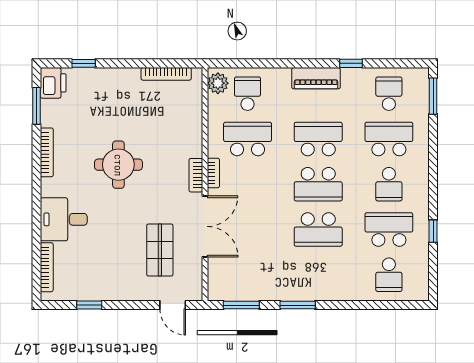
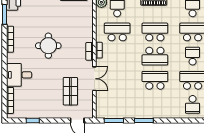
school desk: (389, 184) -> (193, 56), turned 180
double door: (205, 226) -> (94, 79), width x0.73
school desk: (318, 230) -> (155, 80), turned 180

